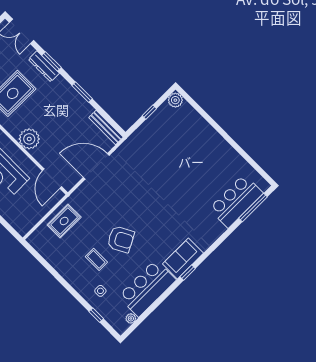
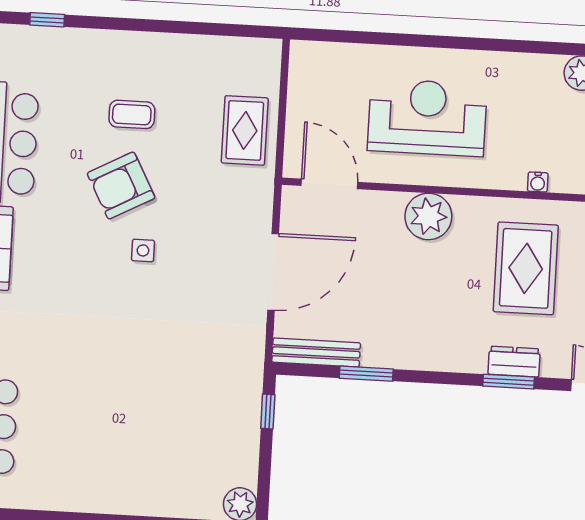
dresser: (44, 66) -> (514, 362), width x0.70
window: (82, 92) -> (366, 374), moved
window: (149, 112) -> (268, 412), moved
side table: (100, 291) -> (143, 250), moved

